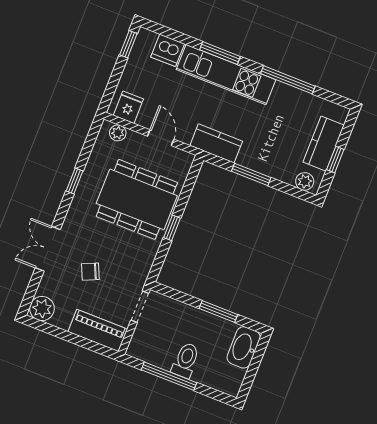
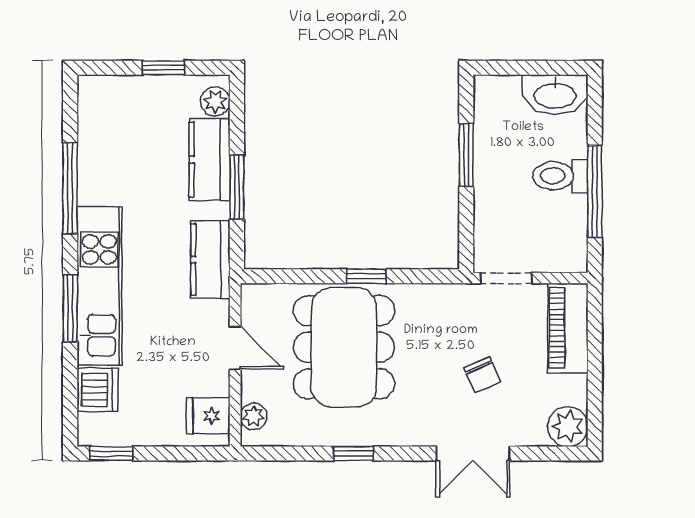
door: (161, 138) -> (235, 348), swing flipped
kitchen counter: (324, 144) -> (210, 160), moved, turned 90
washbasin: (244, 347) -> (555, 95), moved

